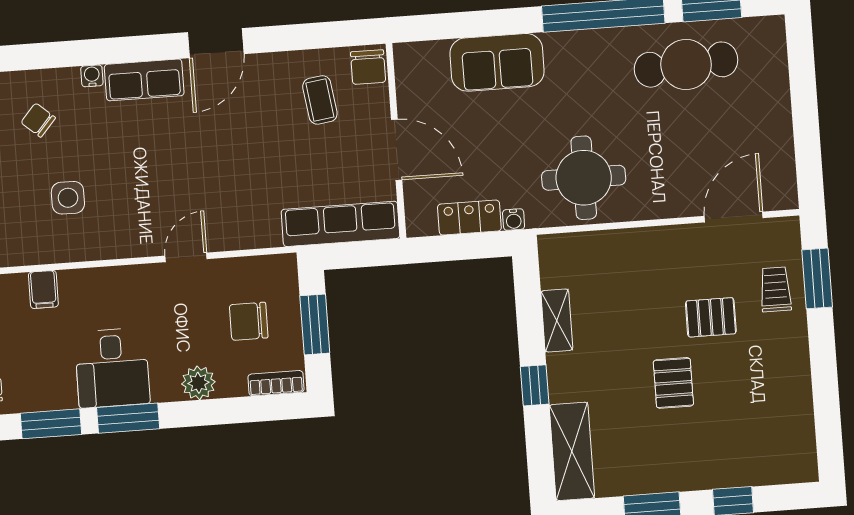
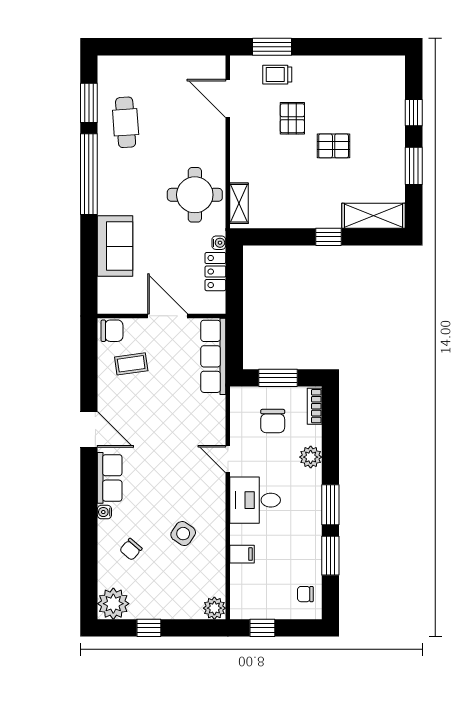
cafe table: (686, 65) -> (126, 122), width x0.73, depth x0.74
door: (397, 150) -> (168, 316), hinge flipped
side table: (68, 198) -> (183, 534), turned 34
shelving: (557, 320) -> (239, 203), moved, turned 90
desk: (112, 368) -> (255, 500), moved, turned 180

